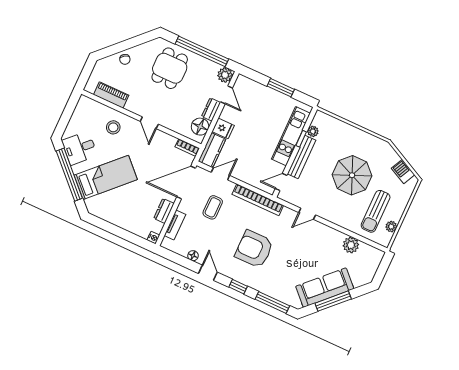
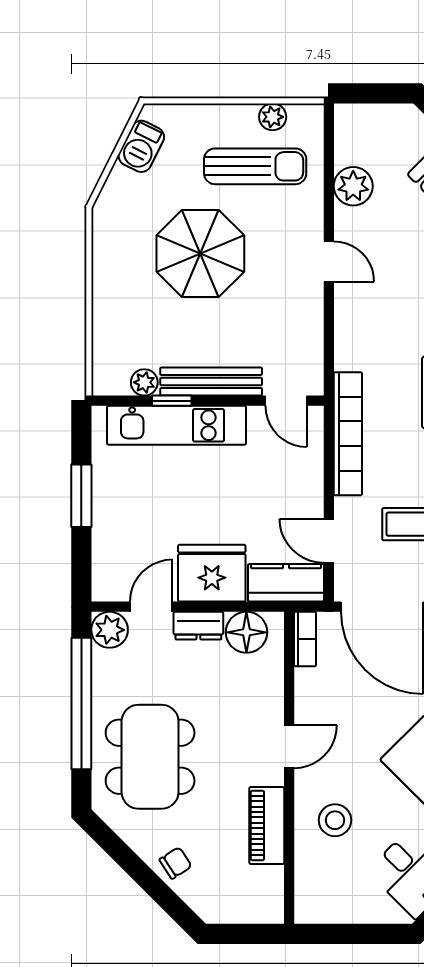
dining table: (170, 68) -> (150, 757), width x1.38
piano: (111, 95) -> (267, 825), moved
fridge: (223, 128) -> (212, 573), width x1.88, depth x1.34
door: (307, 214) -> (329, 261), moved

